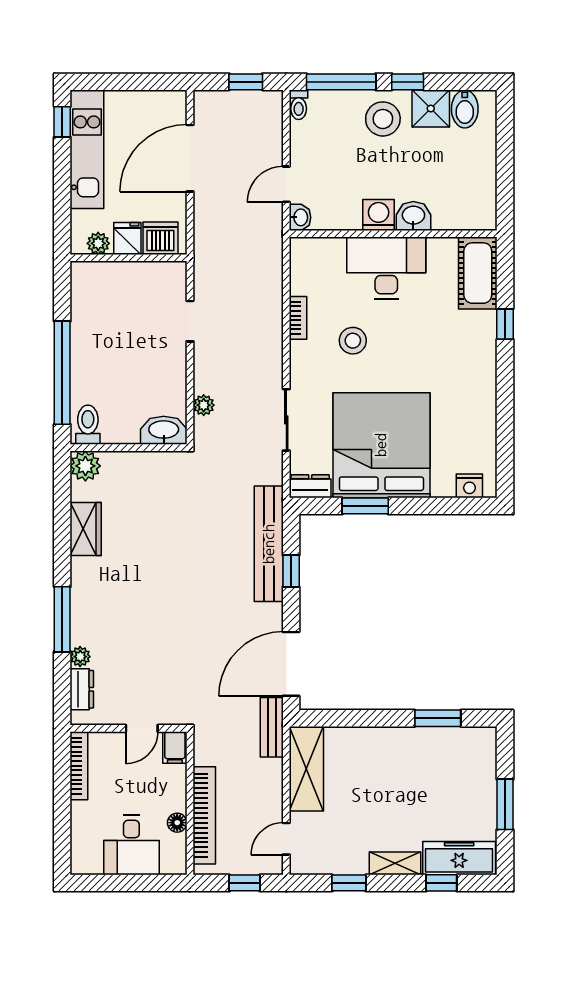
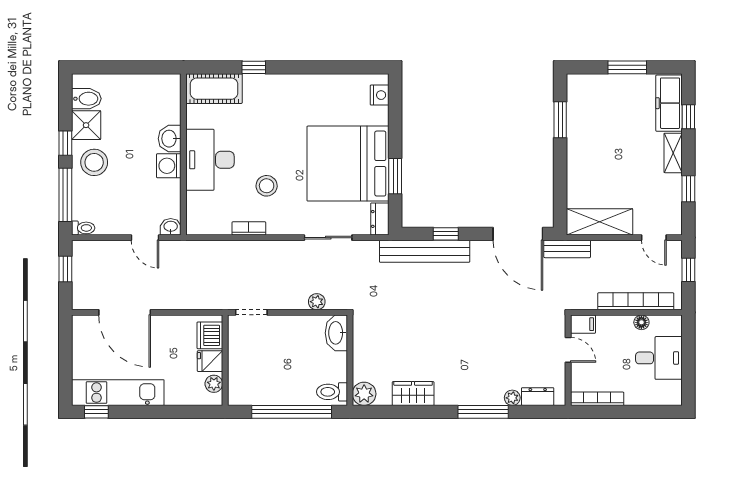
fridge: (127, 238) -> (210, 361), moved
dishwasher: (160, 238) -> (210, 335), moved
plant: (98, 243) -> (214, 384), moved
wall: (129, 258) -> (225, 360), moved

